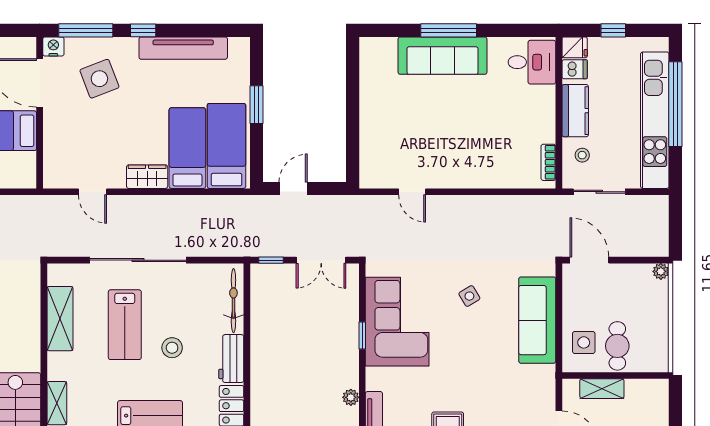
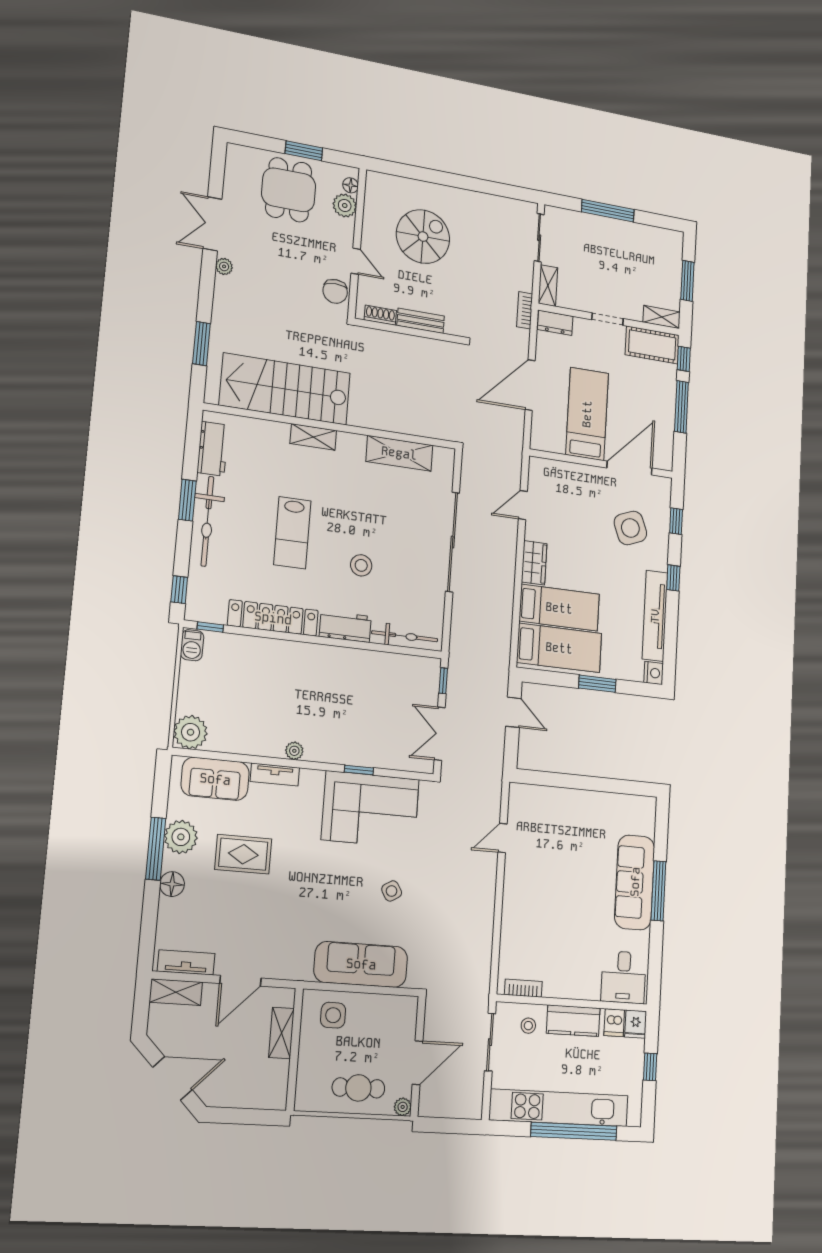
window: (86, 30) -> (676, 521), width x0.46
nightstand: (53, 46) -> (654, 673), moved
door: (589, 260) -> (418, 1063), moved
lab bench: (125, 325) -> (388, 519), removed
cafe table: (617, 346) -> (358, 1088), moved

